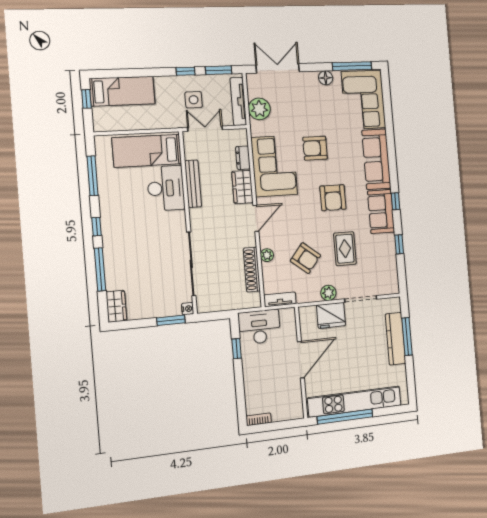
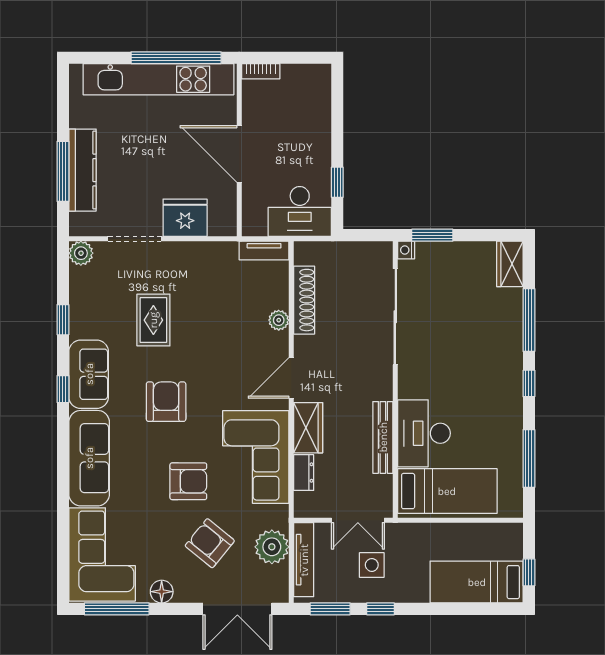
armchair: (305, 258) -> (210, 543), moved
plant: (328, 293) -> (81, 253), moved
door: (301, 360) -> (239, 154), hinge flipped
bookcase: (259, 419) -> (261, 71), moved

